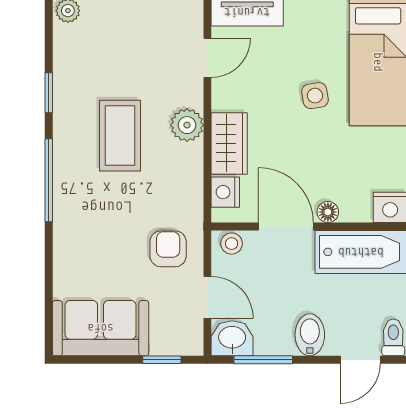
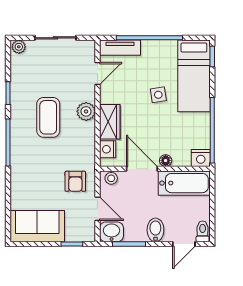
armchair: (168, 249) -> (75, 181), turned 180

